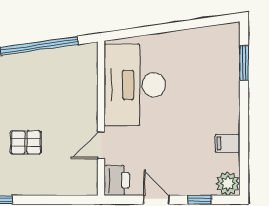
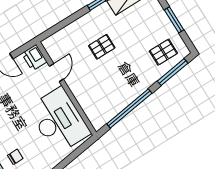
chair: (215, 74) -> (15, 157), added

